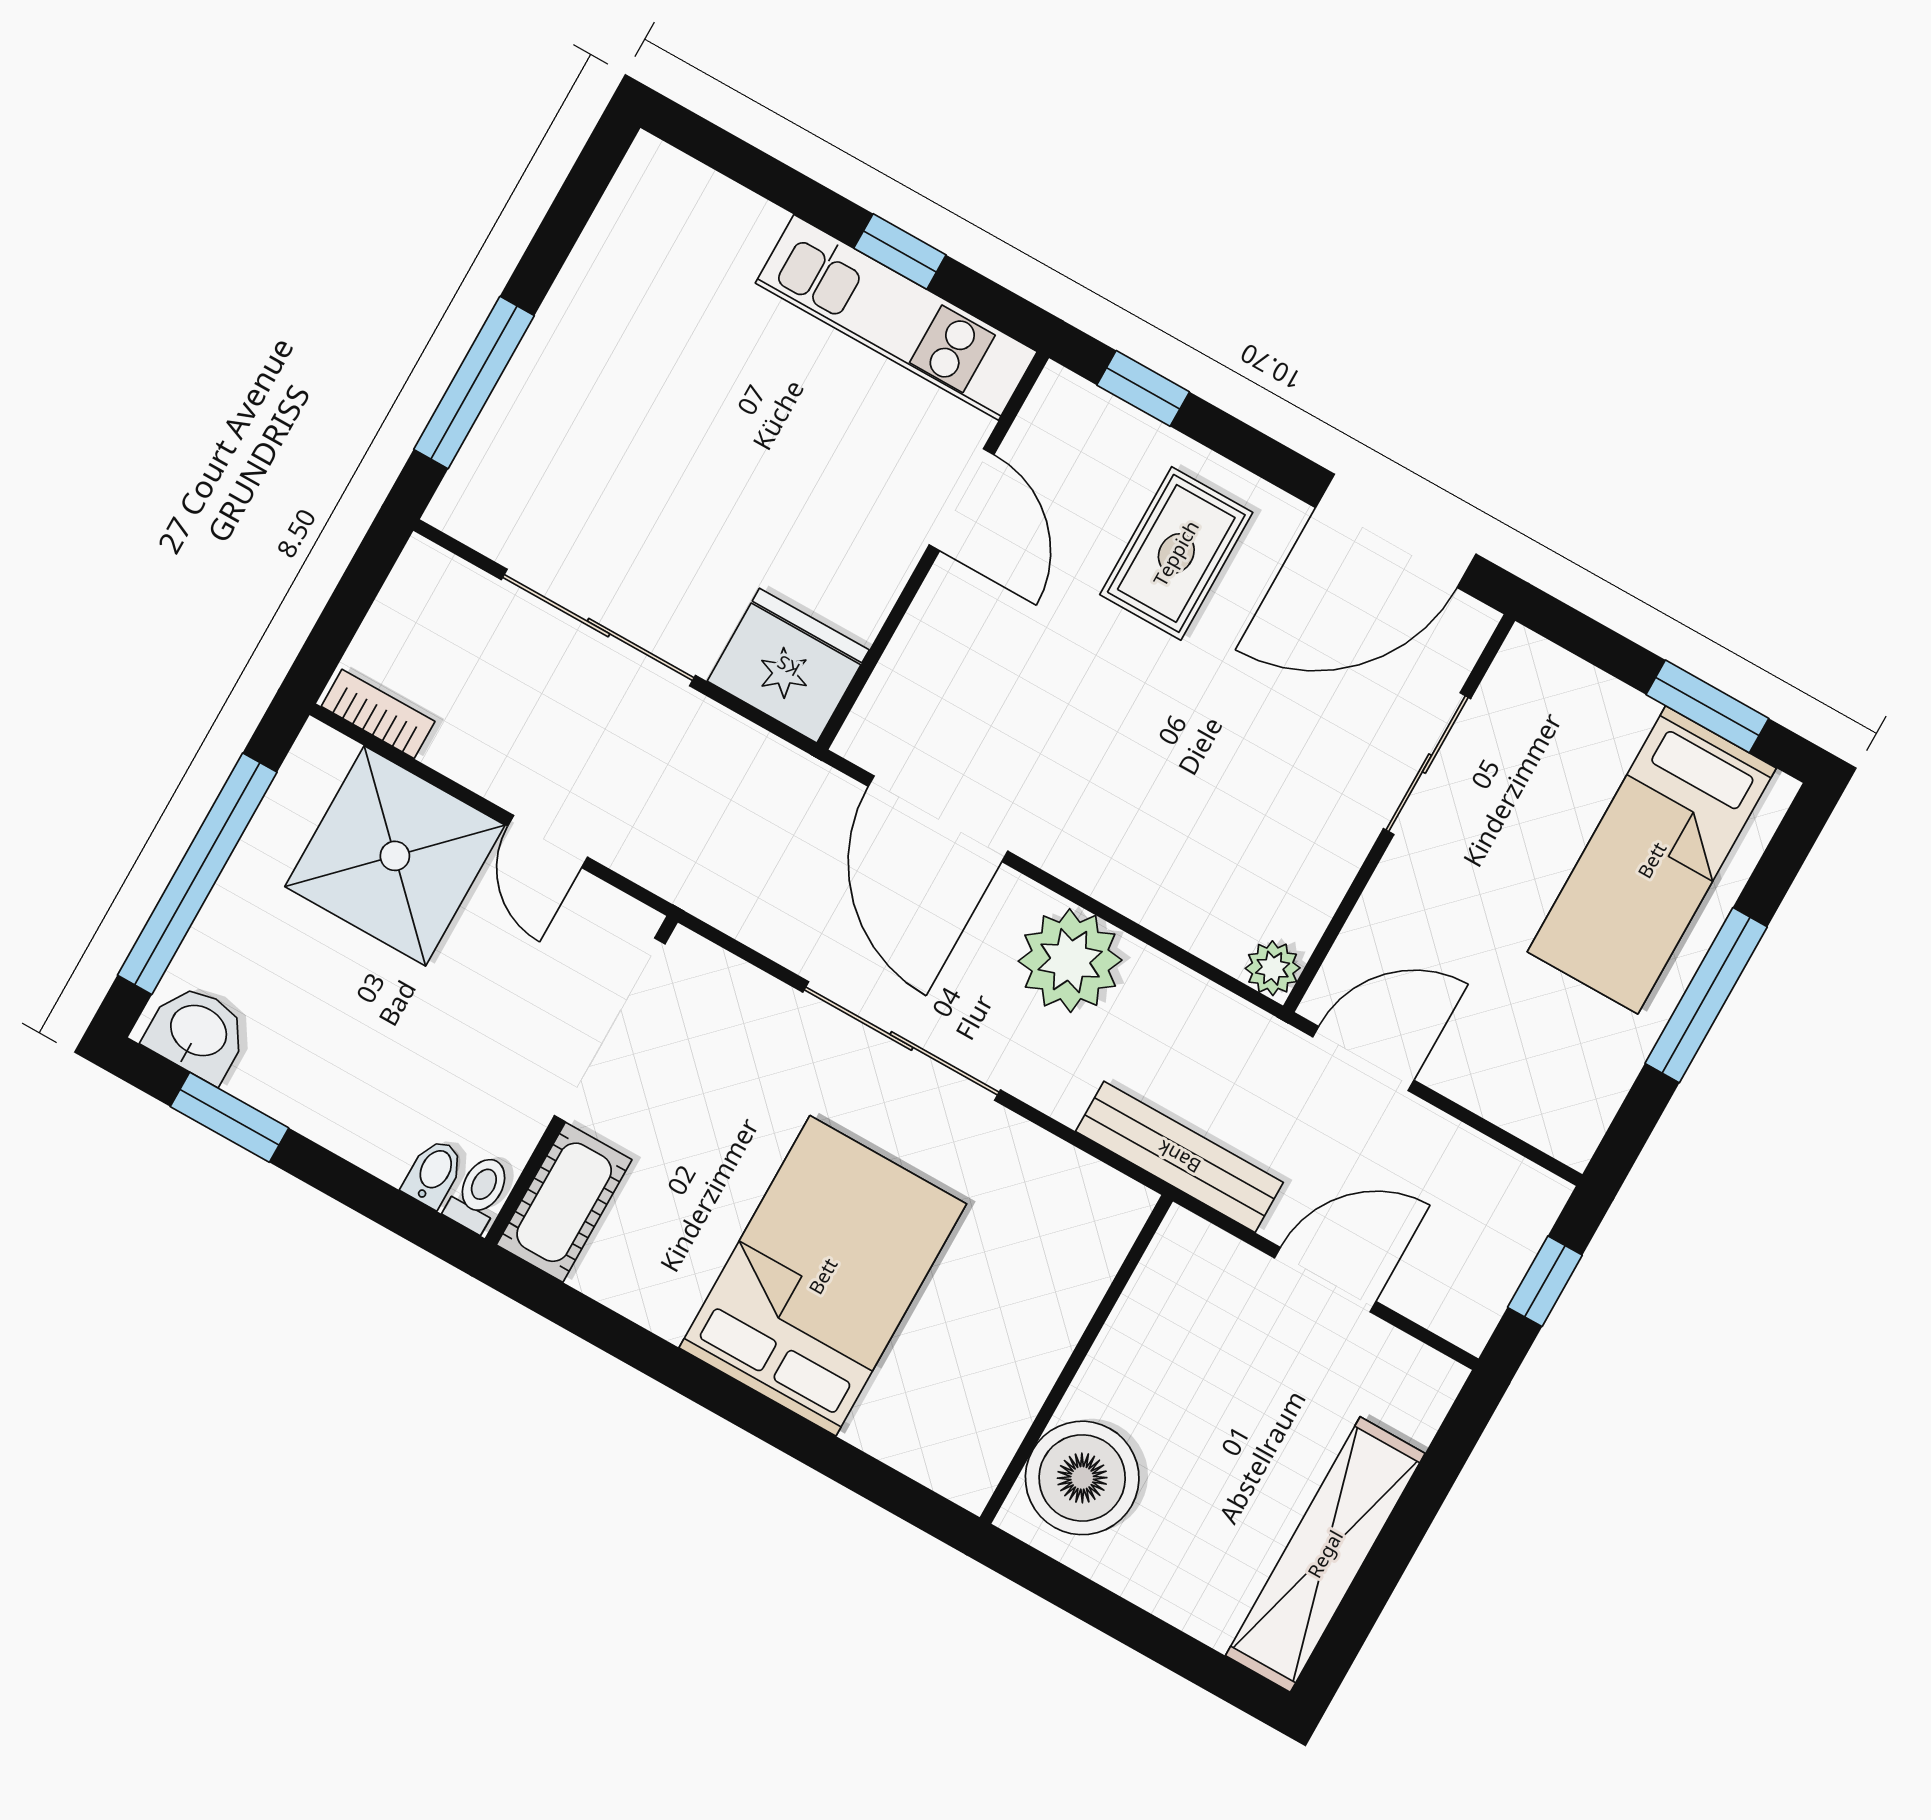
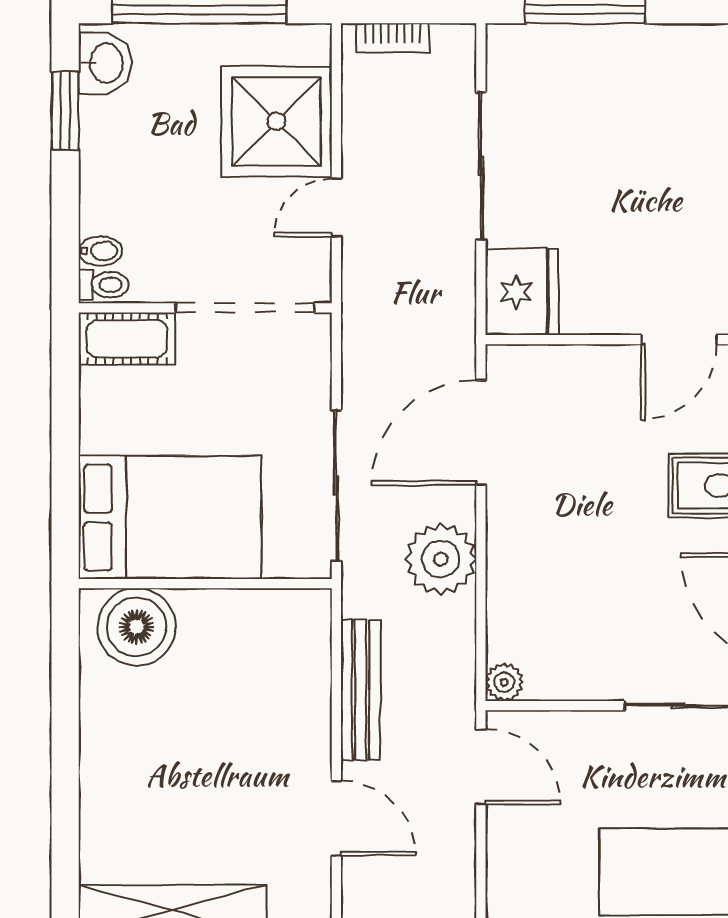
bookcase: (378, 714) -> (393, 38), moved, turned 90
wall: (1076, 1359) -> (205, 584), moved
boiler: (1082, 1478) -> (137, 627), moved

